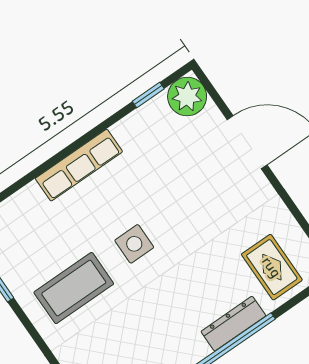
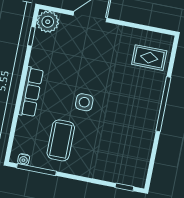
coffee table: (74, 288) -> (61, 140), moved
dresser: (233, 324) -> (156, 96), removed

